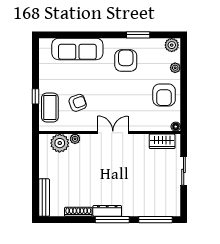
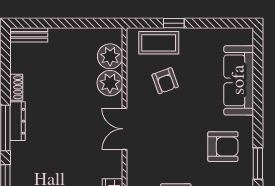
double door: (113, 133) -> (124, 129), swing flipped
plant: (75, 139) -> (110, 83), width x1.87, depth x1.87
bench: (44, 198) -> (29, 35), width x0.73
shoe rack: (78, 212) -> (16, 87), width x0.70

